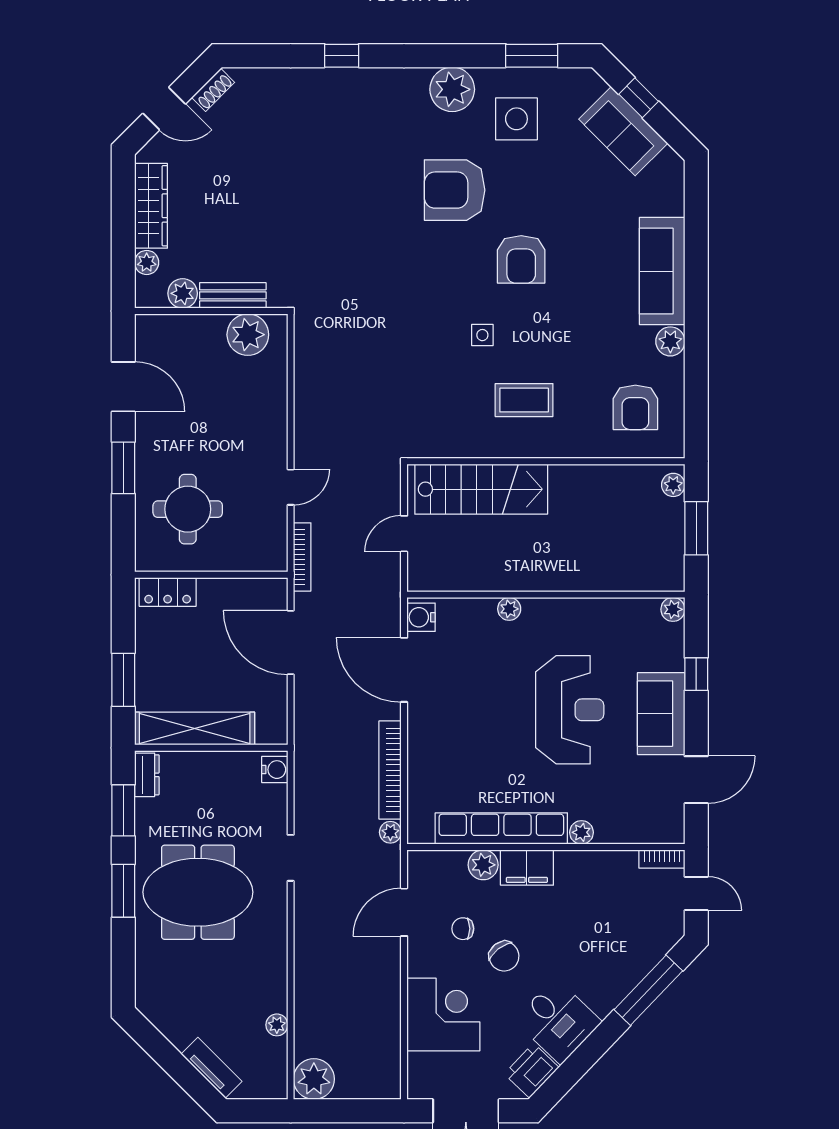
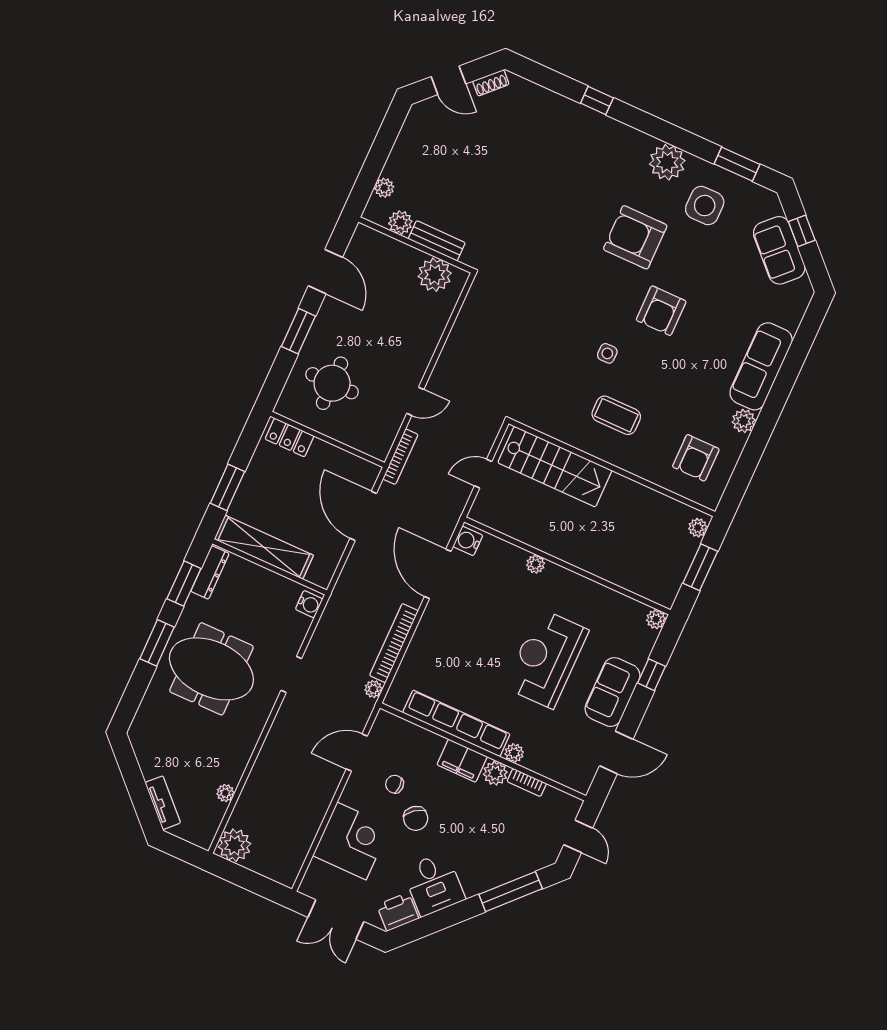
wardrobe: (151, 206) -> (406, 147), removed
reception desk: (570, 710) -> (546, 659), turned 180
dresser: (147, 775) -> (210, 572), width x1.44
bookcase: (662, 859) -> (527, 782), moved
plant: (483, 865) -> (495, 773), moved

